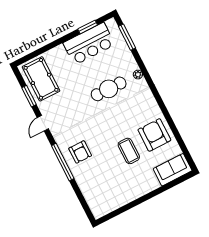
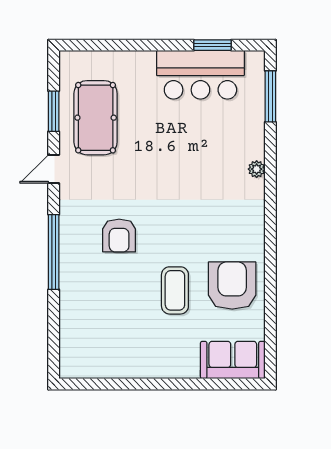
pool table: (41, 79) -> (96, 118), moved
cafe table: (109, 89) -> (195, 168), removed
armchair: (80, 152) -> (119, 236), moved

